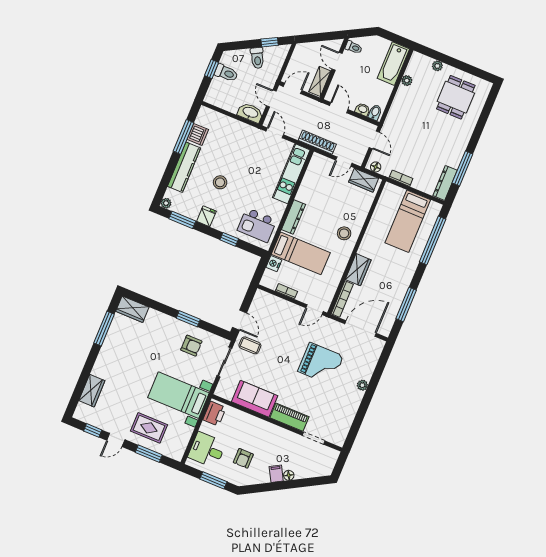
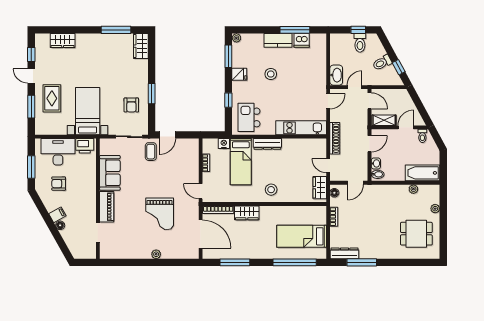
kitchen counter: (184, 167) -> (278, 40), width x0.67
desk: (207, 450) -> (58, 152), width x1.37

